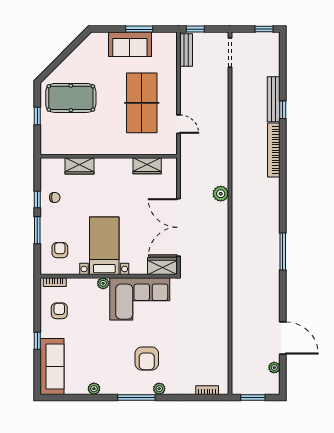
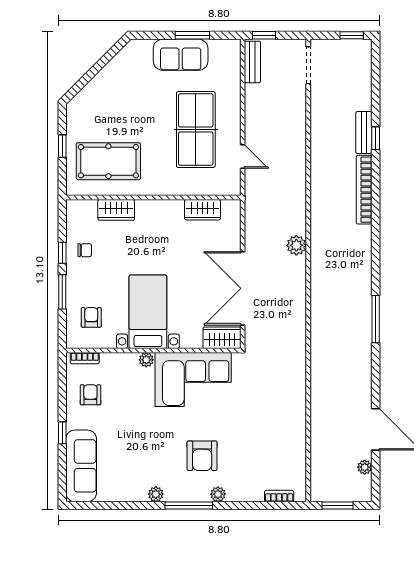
pool table: (71, 98) -> (108, 161), moved
bench: (274, 99) -> (364, 133), width x0.73
plant: (94, 389) -> (156, 494), moved

